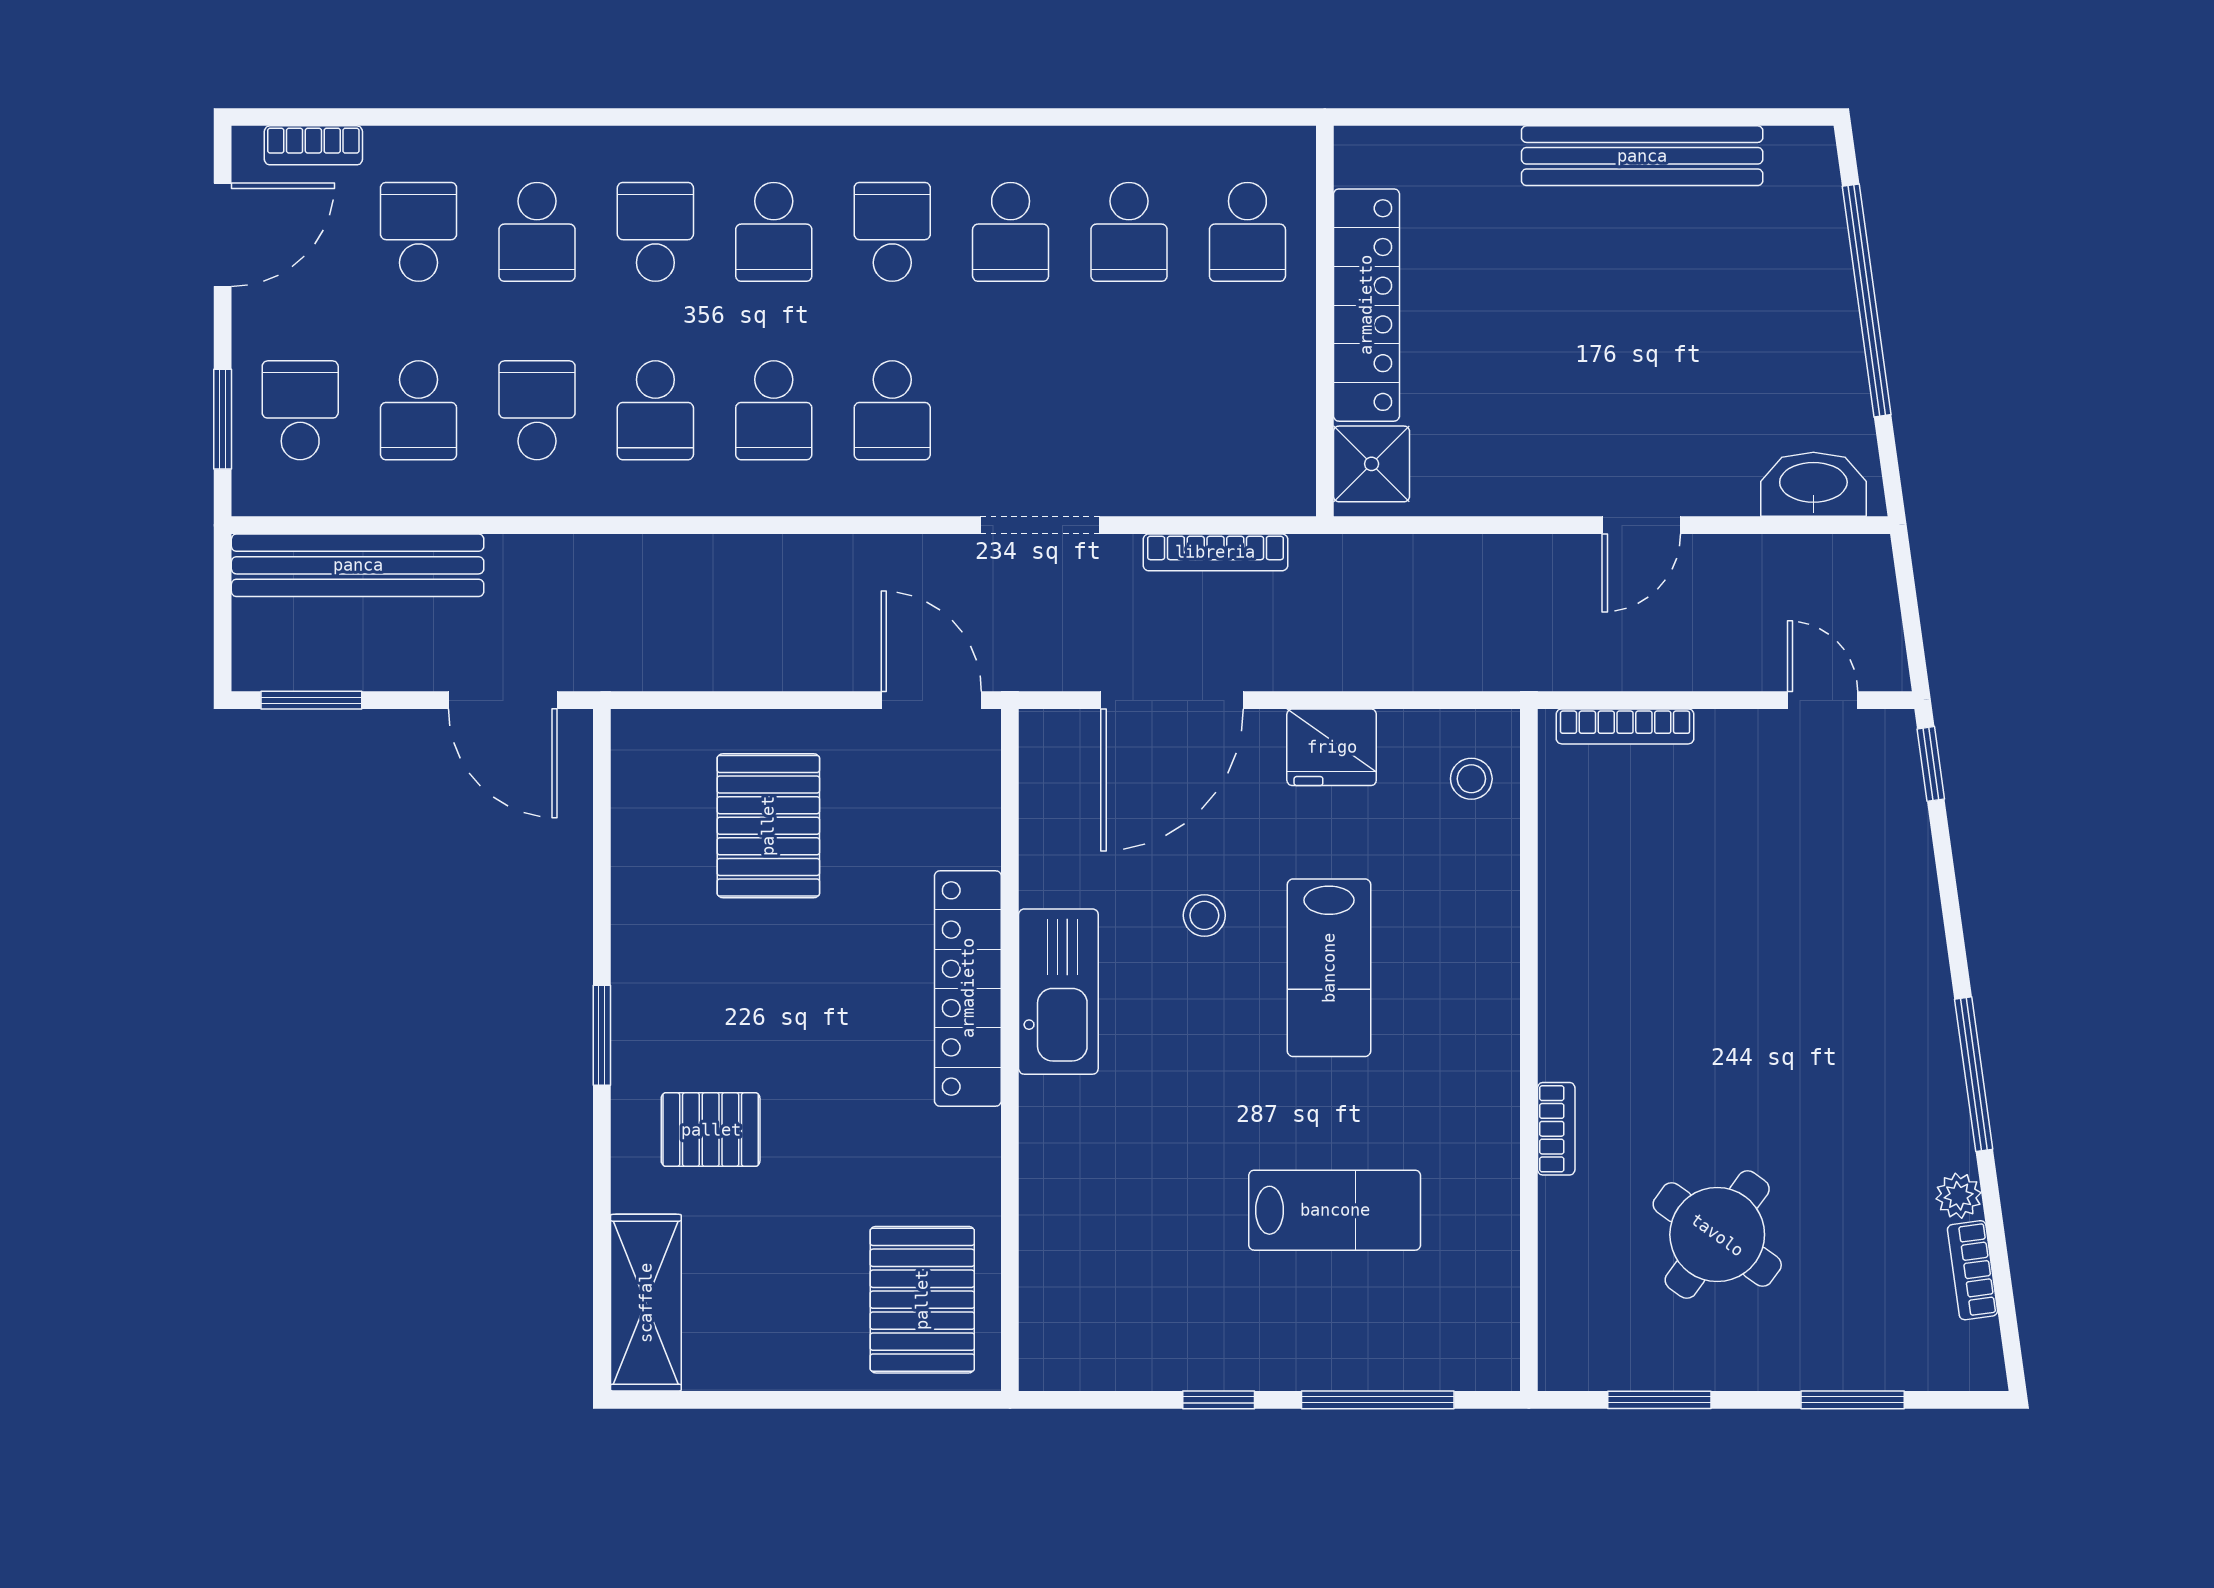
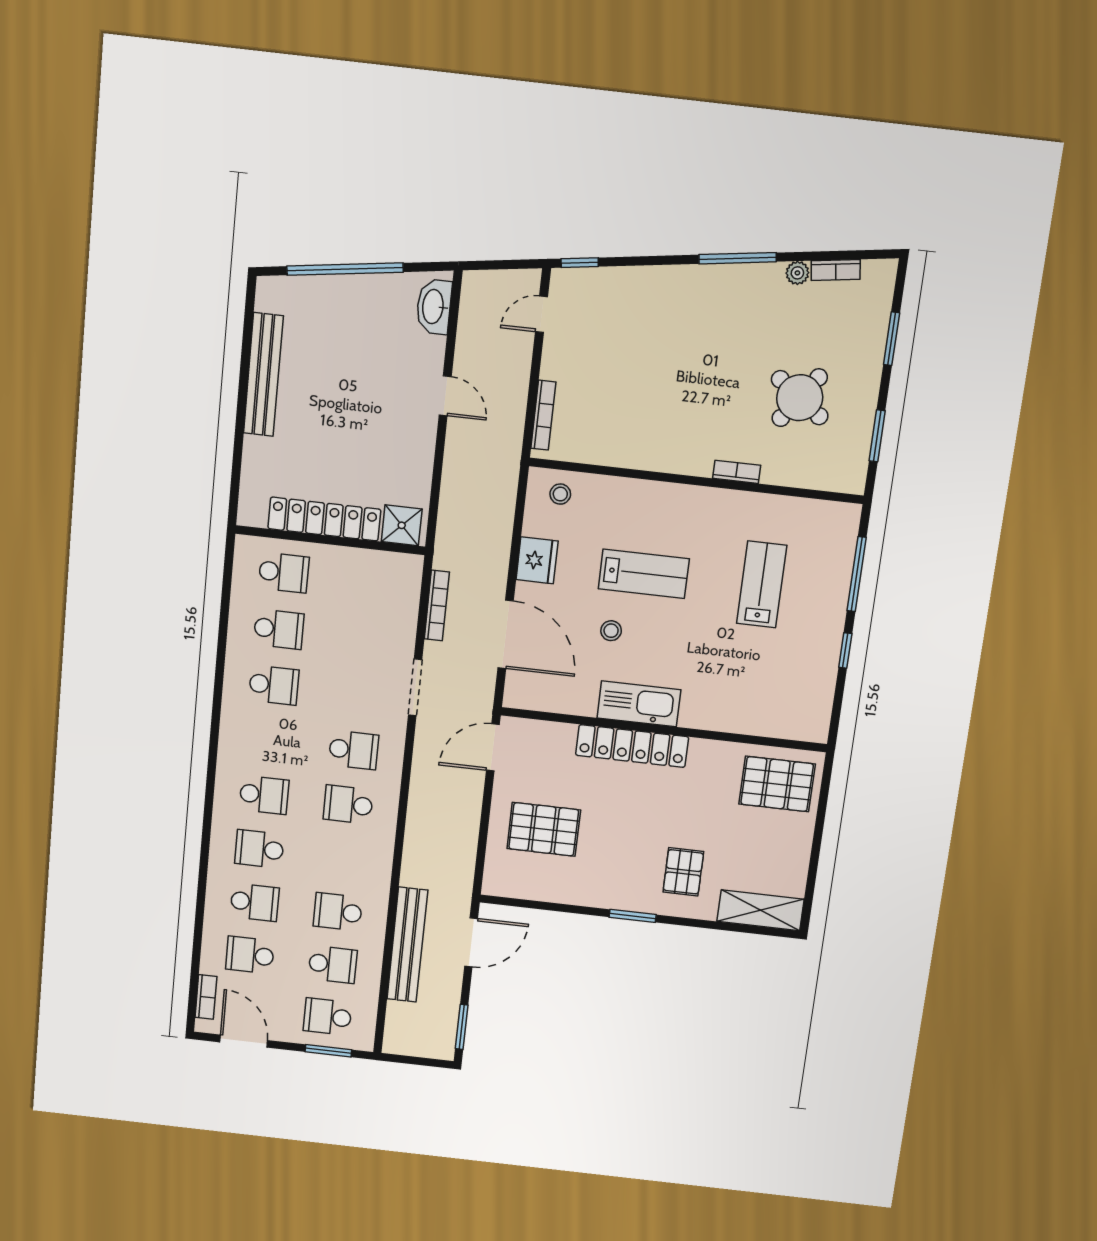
school desk: (892, 232) -> (269, 740), removed
school desk: (655, 410) -> (343, 858), removed
school desk: (774, 410) -> (348, 805), turned 180
bench: (358, 565) -> (407, 945), moved

